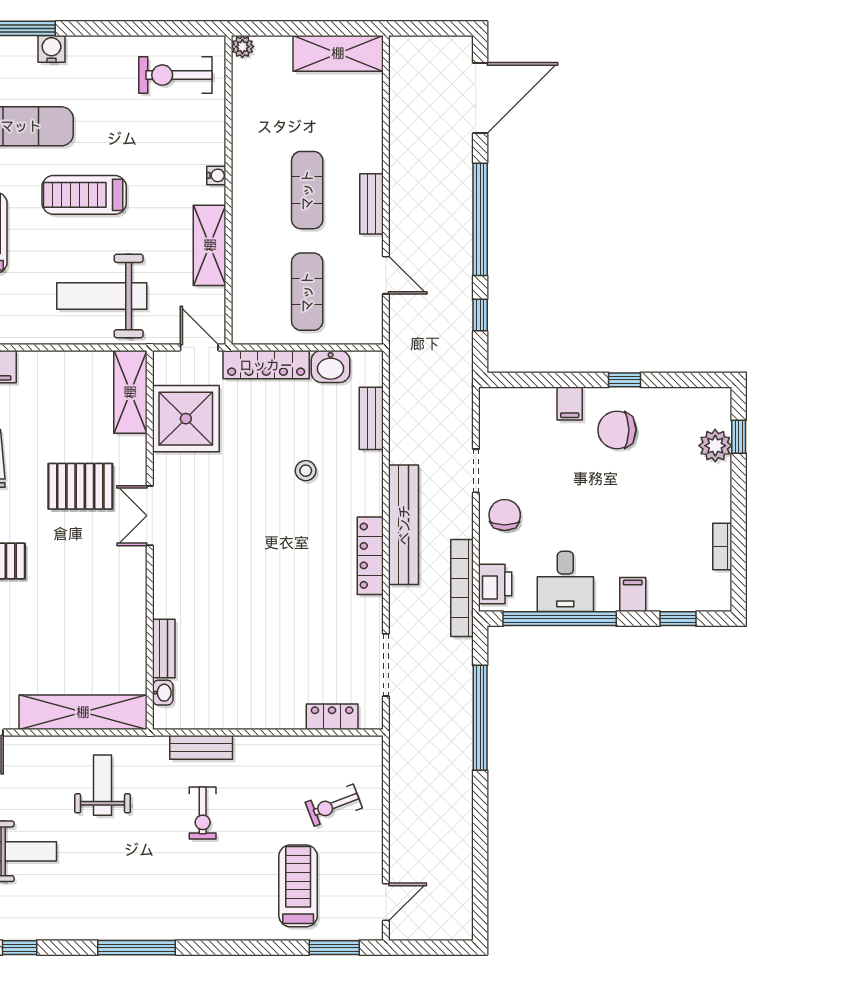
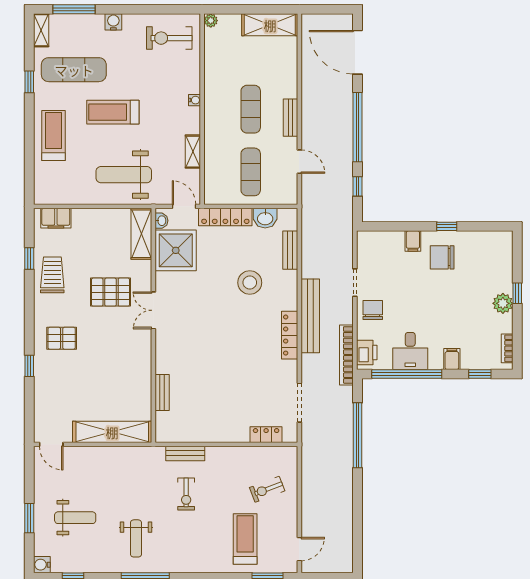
water cooler: (51, 49) -> (113, 22), moved
door: (480, 98) -> (358, 52), swing flipped
shelving: (210, 245) -> (193, 152), width x0.67, depth x0.75
window: (739, 437) -> (517, 293), moved
plant: (715, 446) -> (503, 303), moved
stool: (306, 471) -> (250, 283), width x1.89, depth x1.89
bookcase: (722, 547) -> (507, 348), moved
washbasin: (163, 693) -> (161, 221), moved
weight bench: (103, 785) -> (136, 538), moved, turned 180

